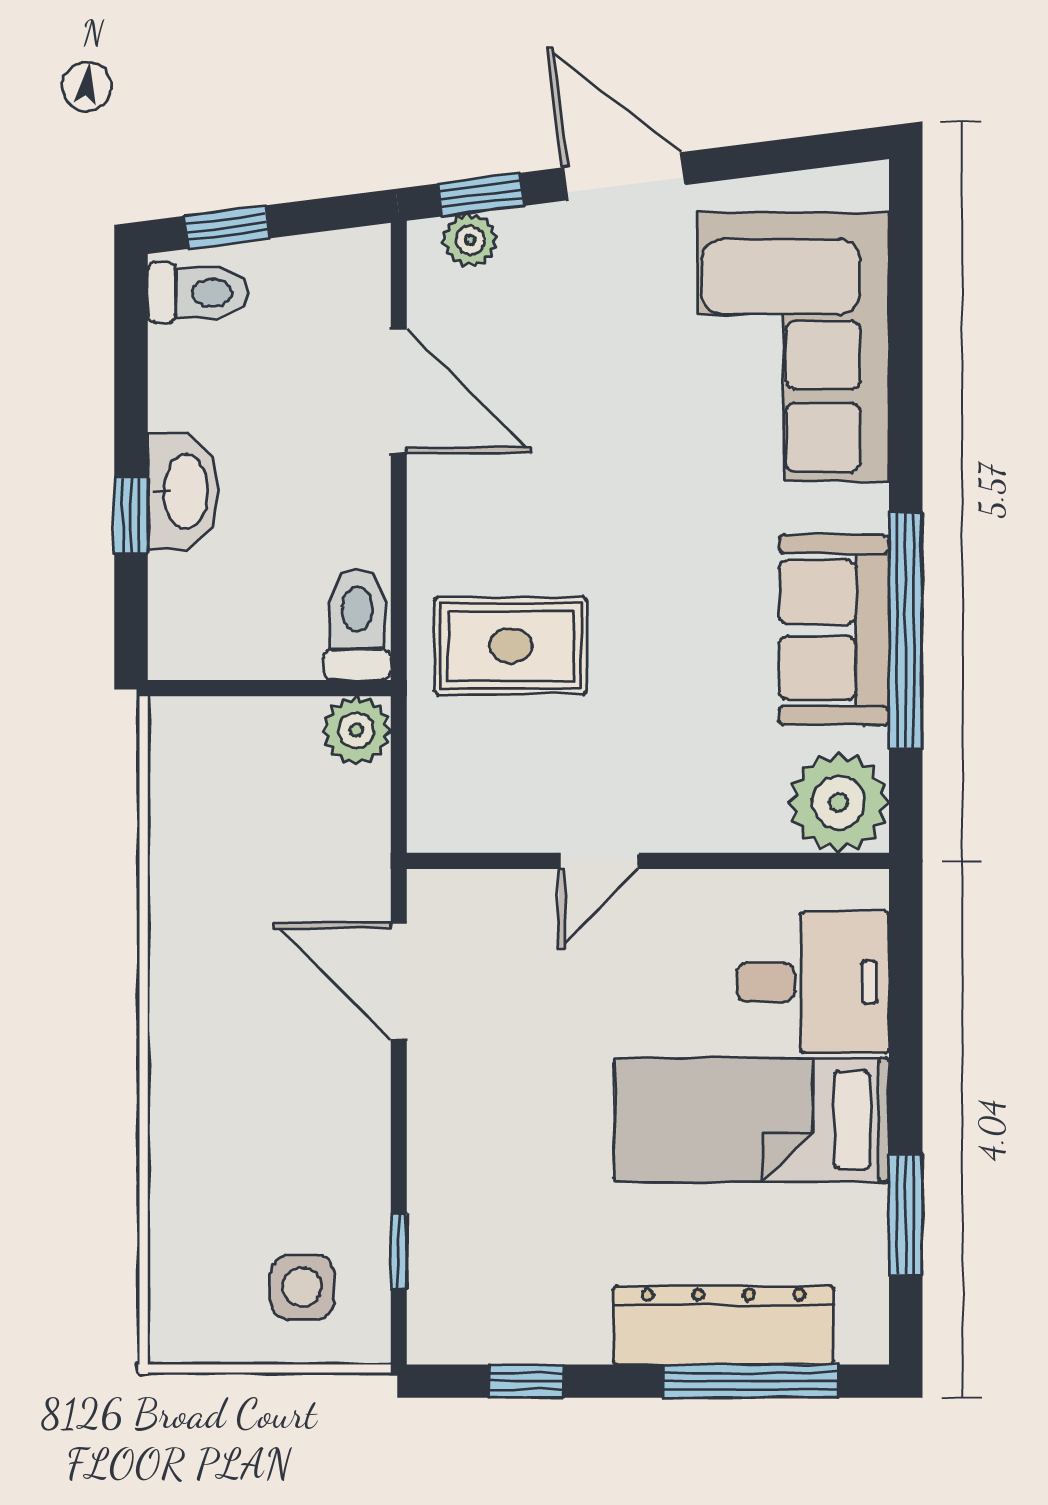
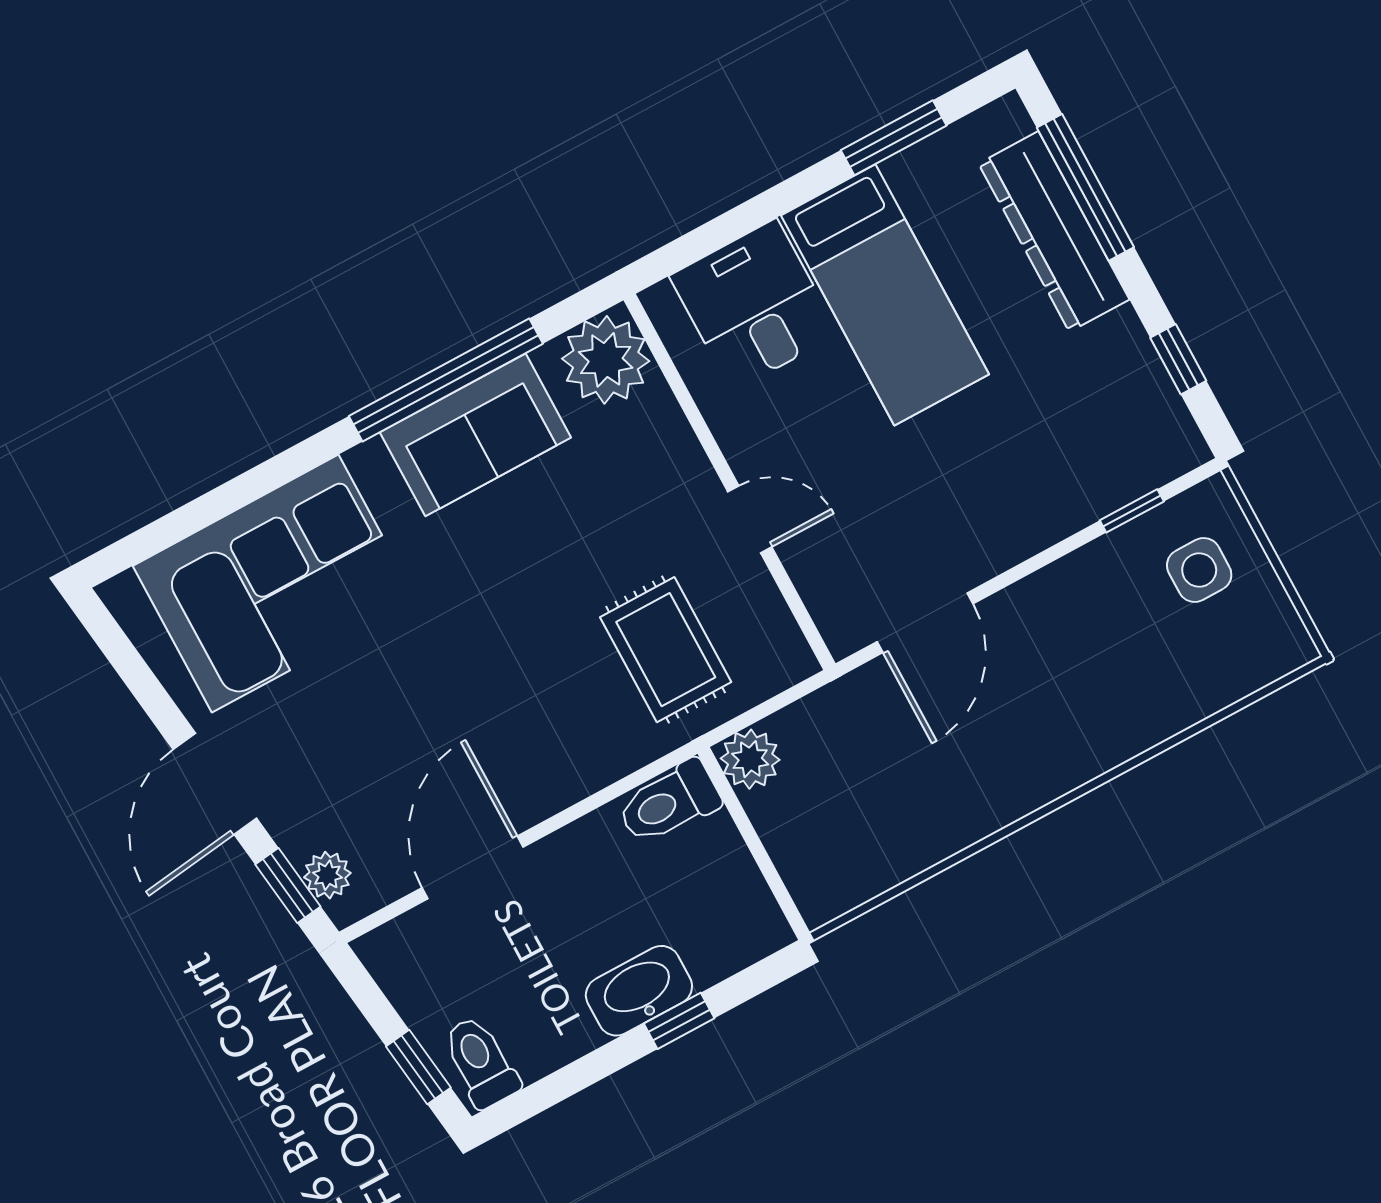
rug: (511, 646) -> (666, 650), moved

